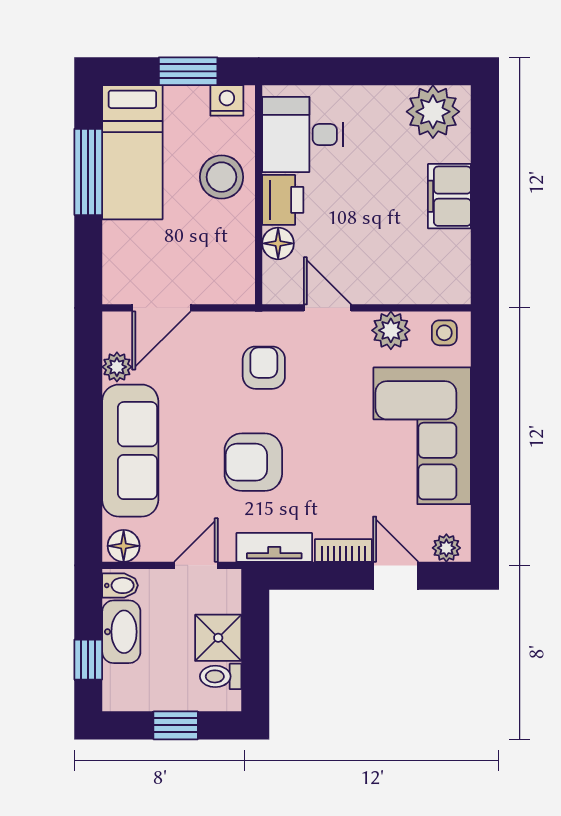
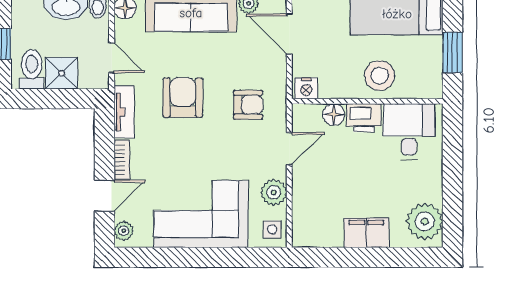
nightstand: (227, 100) -> (306, 88), moved, turned 90
toilet: (221, 676) -> (32, 69), width x1.37, depth x1.39

